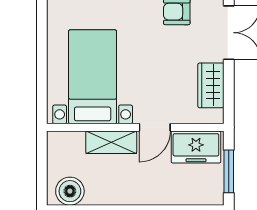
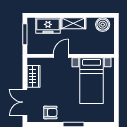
shelving: (111, 142) -> (73, 23), moved
freezer: (196, 147) -> (48, 26), moved, turned 180

